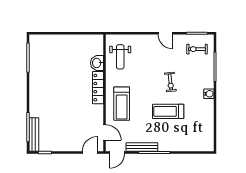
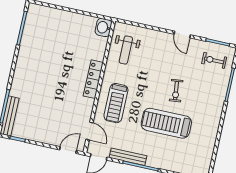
washbasin: (97, 63) -> (103, 27), moved
water cooler: (209, 94) -> (216, 113), removed
treadmill: (168, 111) -> (166, 123), width x1.37, depth x1.38

